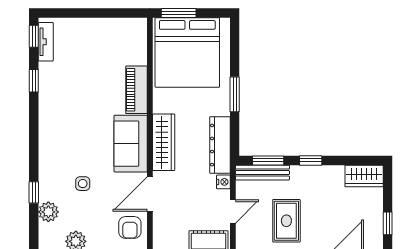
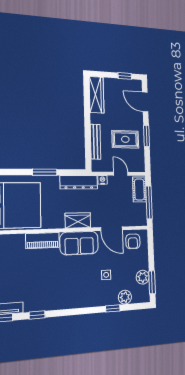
wardrobe: (164, 142) -> (78, 220), width x0.67
window: (268, 160) -> (88, 150), removed
window: (311, 160) -> (87, 122), removed
bench: (262, 173) -> (96, 142), moved
wardrobe: (364, 176) -> (96, 95), width x1.50
armchair: (130, 227) -> (133, 241), turned 90

